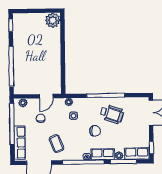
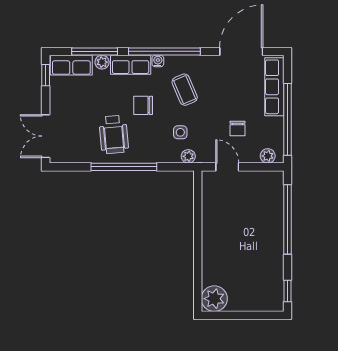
door: (46, 96) -> (227, 167), hinge flipped
wheelchair: (112, 114) -> (114, 134), turned -114
coffee table: (56, 144) -> (185, 90), moved

